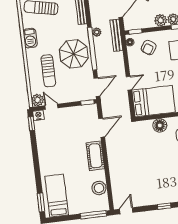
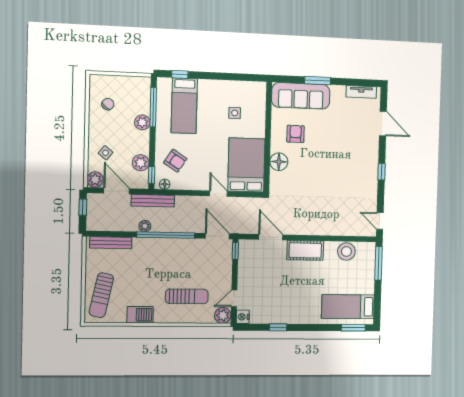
plant: (161, 20) -> (141, 163), moved
parasol: (74, 54) -> (169, 260), removed
window: (31, 123) -> (278, 327), moved

